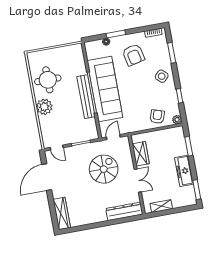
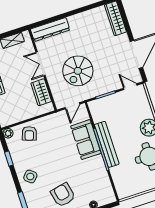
sofa: (105, 89) -> (86, 140), width x0.54, depth x0.79

